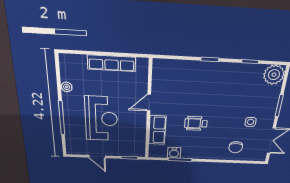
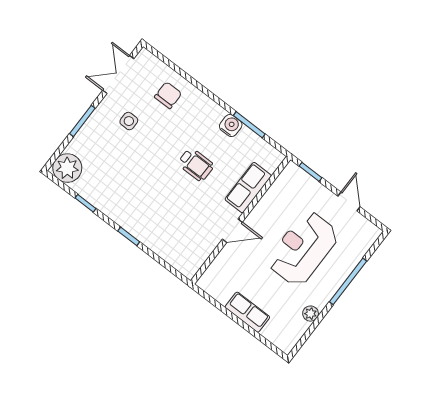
row of seats: (112, 63) -> (247, 312), width x0.68
water cooler: (174, 153) -> (231, 126), moved

